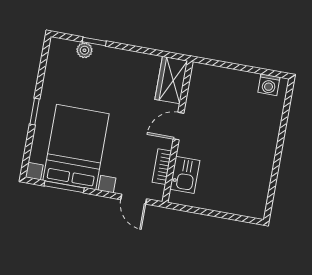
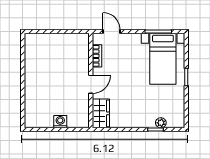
washing machine: (269, 85) -> (60, 122), moved
bed with nightstands: (76, 147) -> (163, 59), width x0.73
kitchen sink: (185, 175) -> (81, 53), removed

